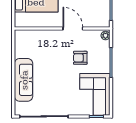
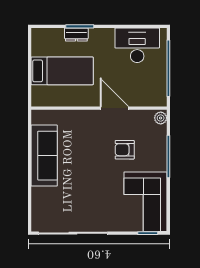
sofa: (24, 80) -> (44, 156), moved

